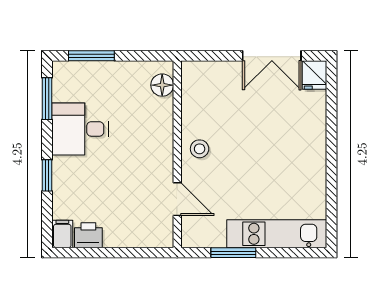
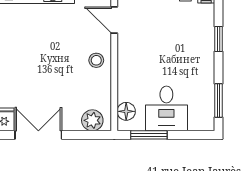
window: (91, 56) -> (149, 135), moved
plant: (204, 74) -> (92, 120), added
desk: (80, 129) -> (166, 108), moved, turned 90

